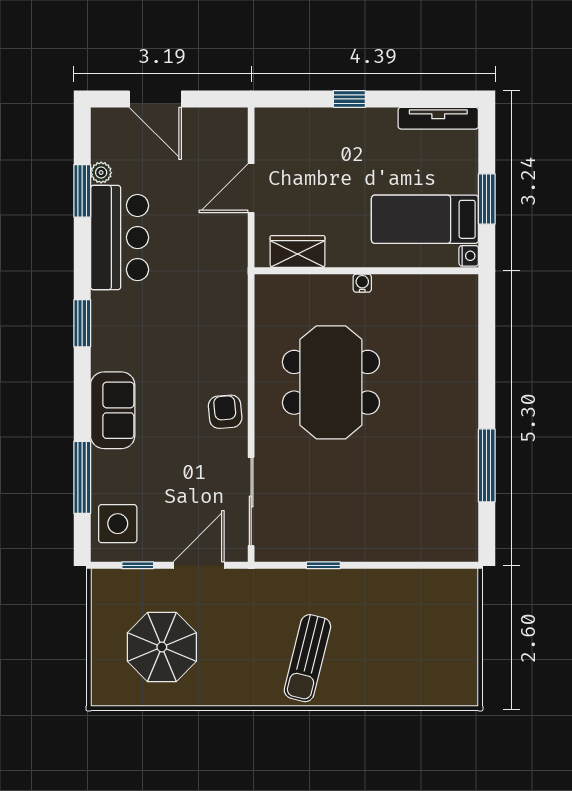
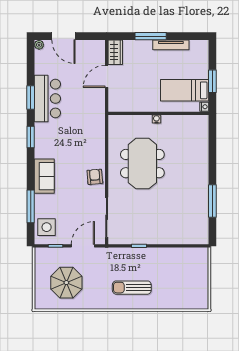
window: (349, 99) -> (151, 36), width x2.17
tv unit: (438, 118) -> (171, 45), moved
plant: (101, 173) -> (39, 45), moved
window: (82, 191) -> (31, 98), moved
wardrobe: (298, 251) -> (115, 52), moved, turned 90
sun lounger: (307, 658) -> (132, 288), turned 76

